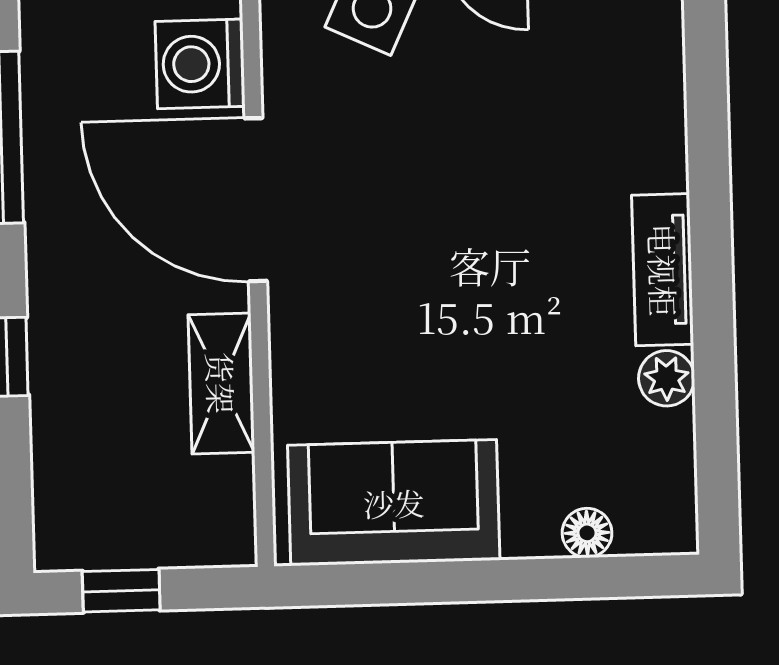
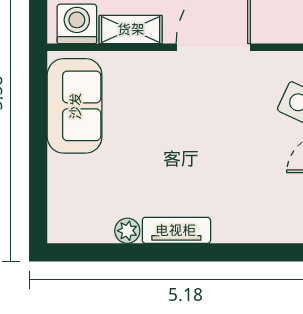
washing machine: (200, 64) -> (77, 24), moved
floor lamp: (587, 533) -> (58, 193), removed

